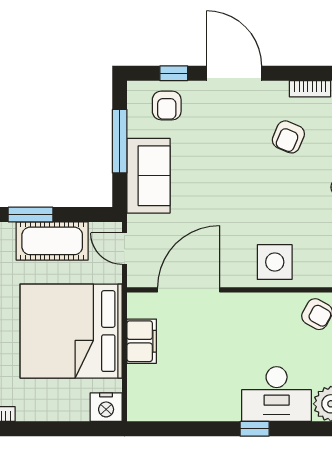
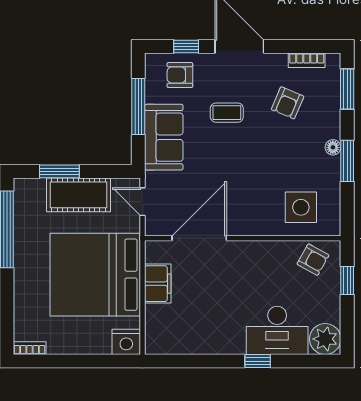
armchair: (167, 105) -> (180, 75), turned 90
coffee table: (220, 148) -> (227, 113), added
side table: (275, 262) -> (301, 207), moved

